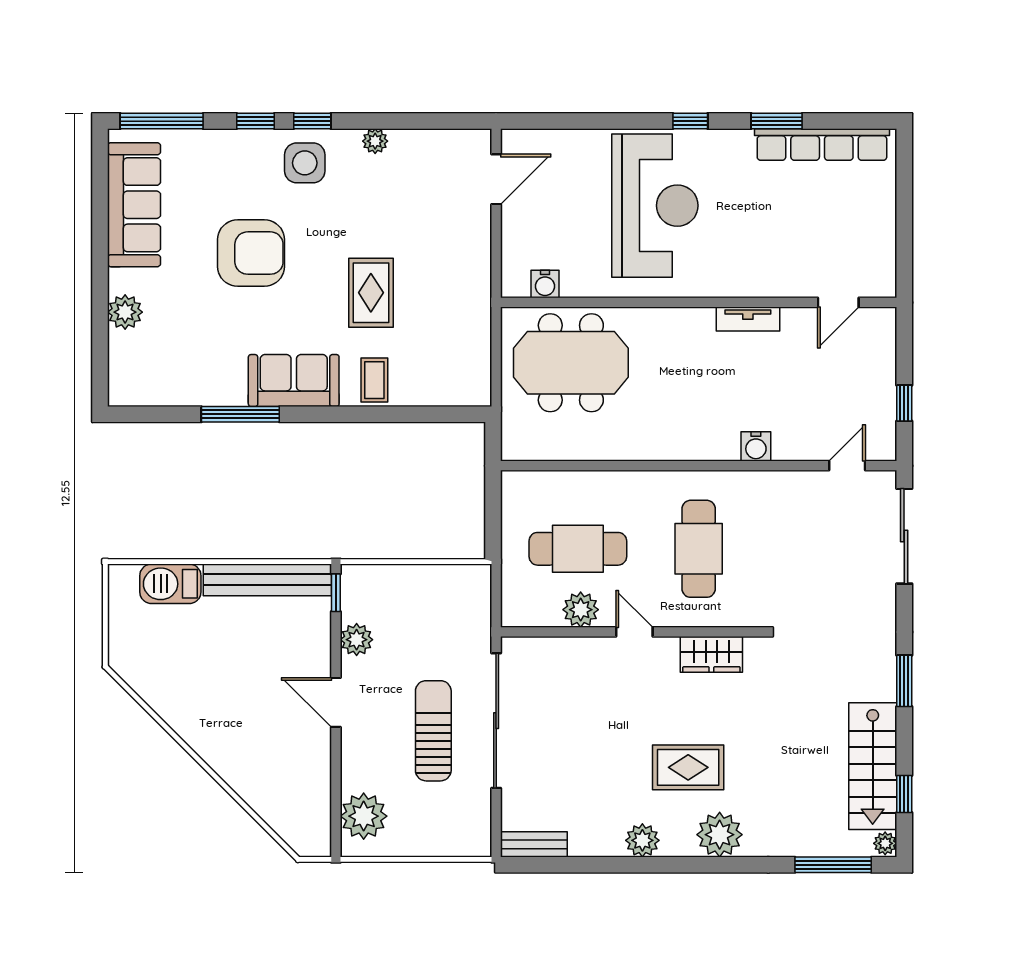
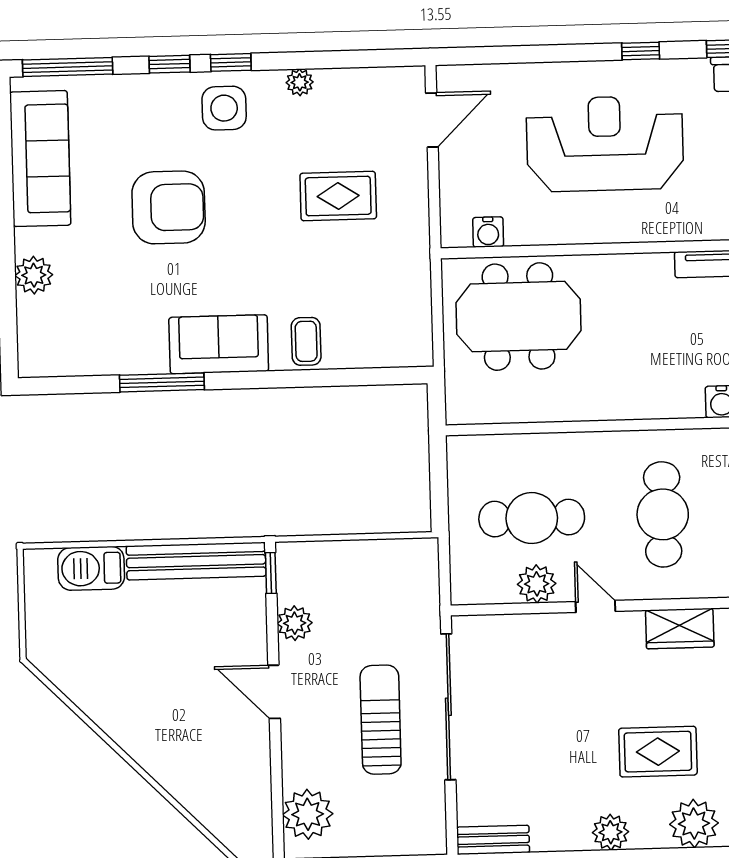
reception desk: (655, 206) -> (605, 144), turned -90
rug: (371, 293) -> (338, 196), moved, turned 90

